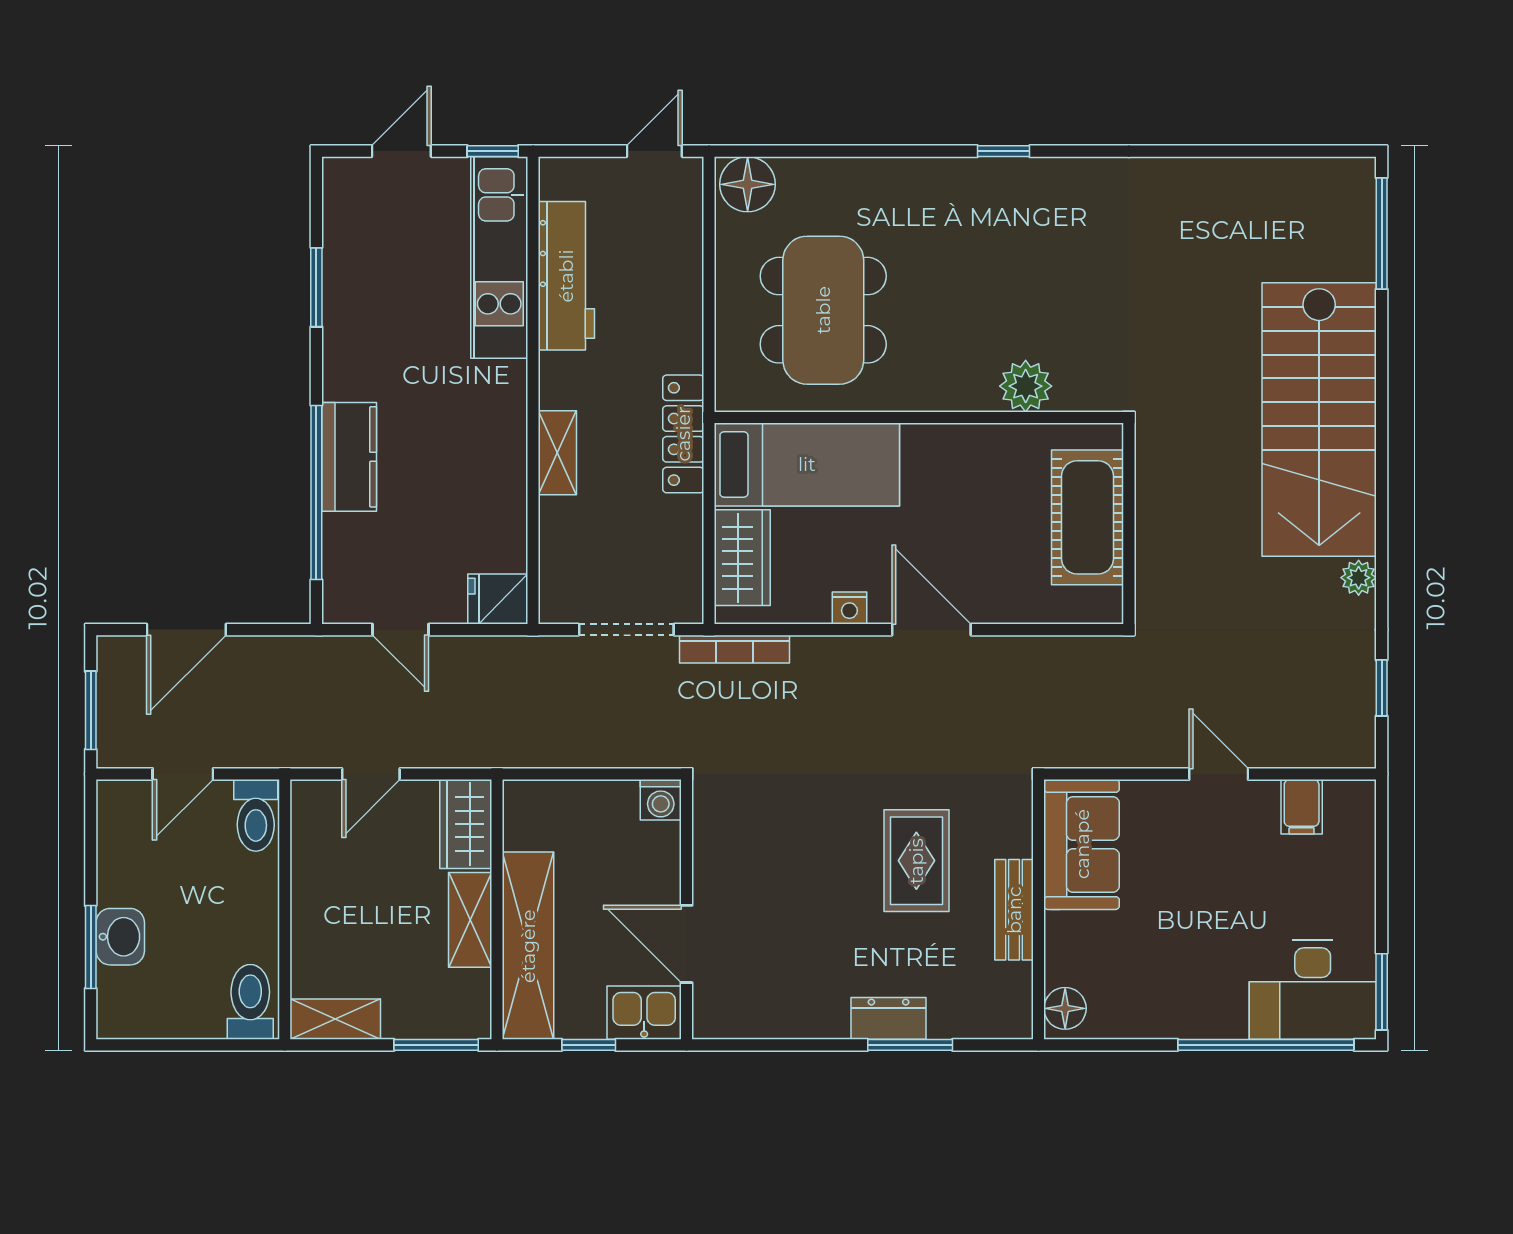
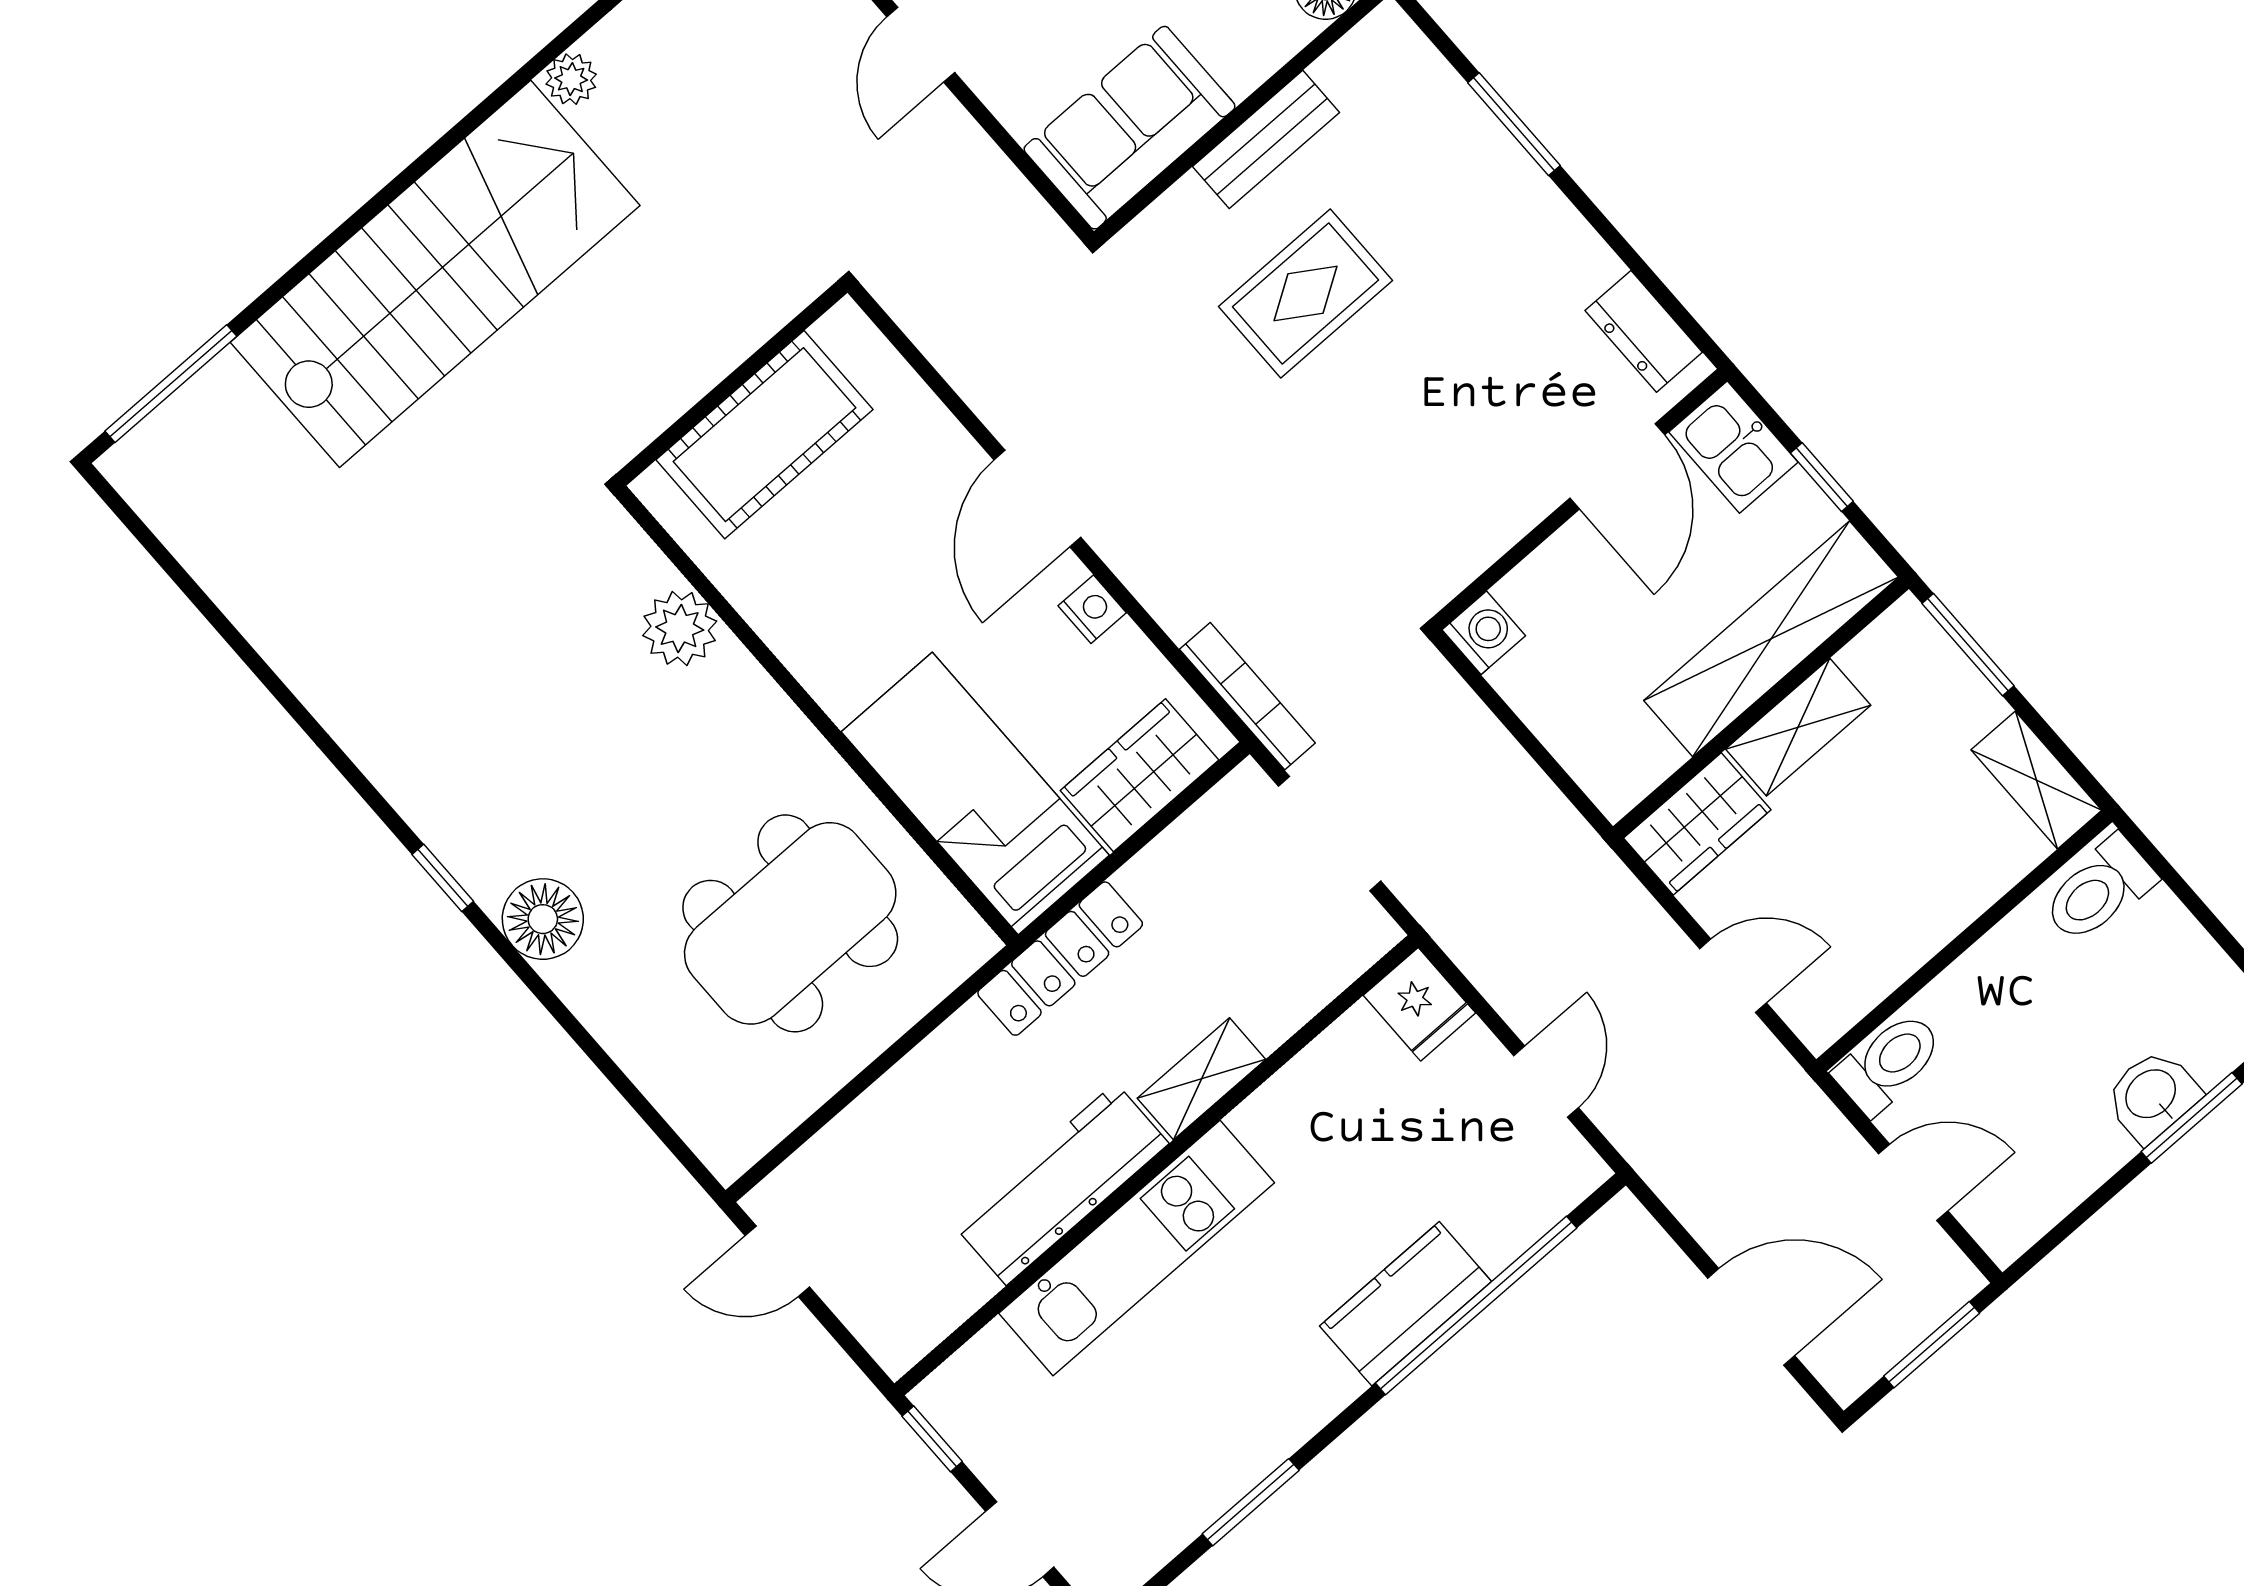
floor lamp: (748, 184) -> (543, 919), moved
kitchen unit: (499, 257) -> (1137, 1248), moved
workbench: (566, 276) -> (1061, 1184), moved
dresser: (889, 1018) -> (1644, 331), moved

